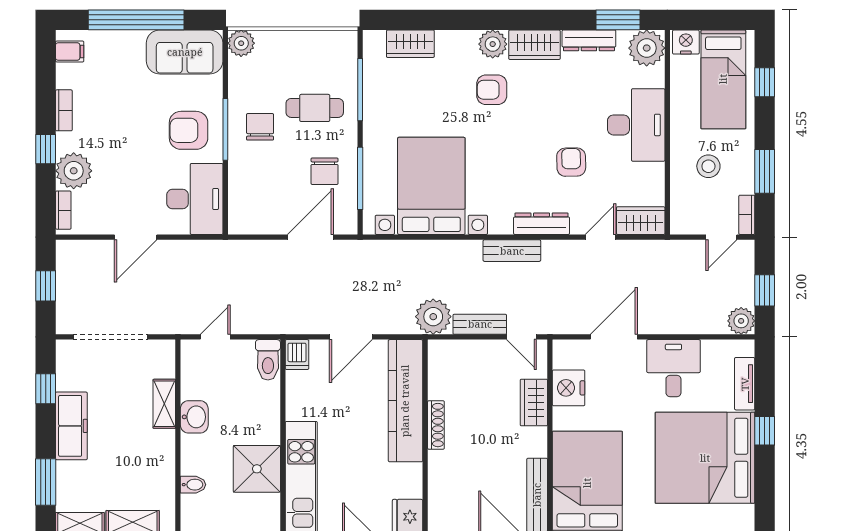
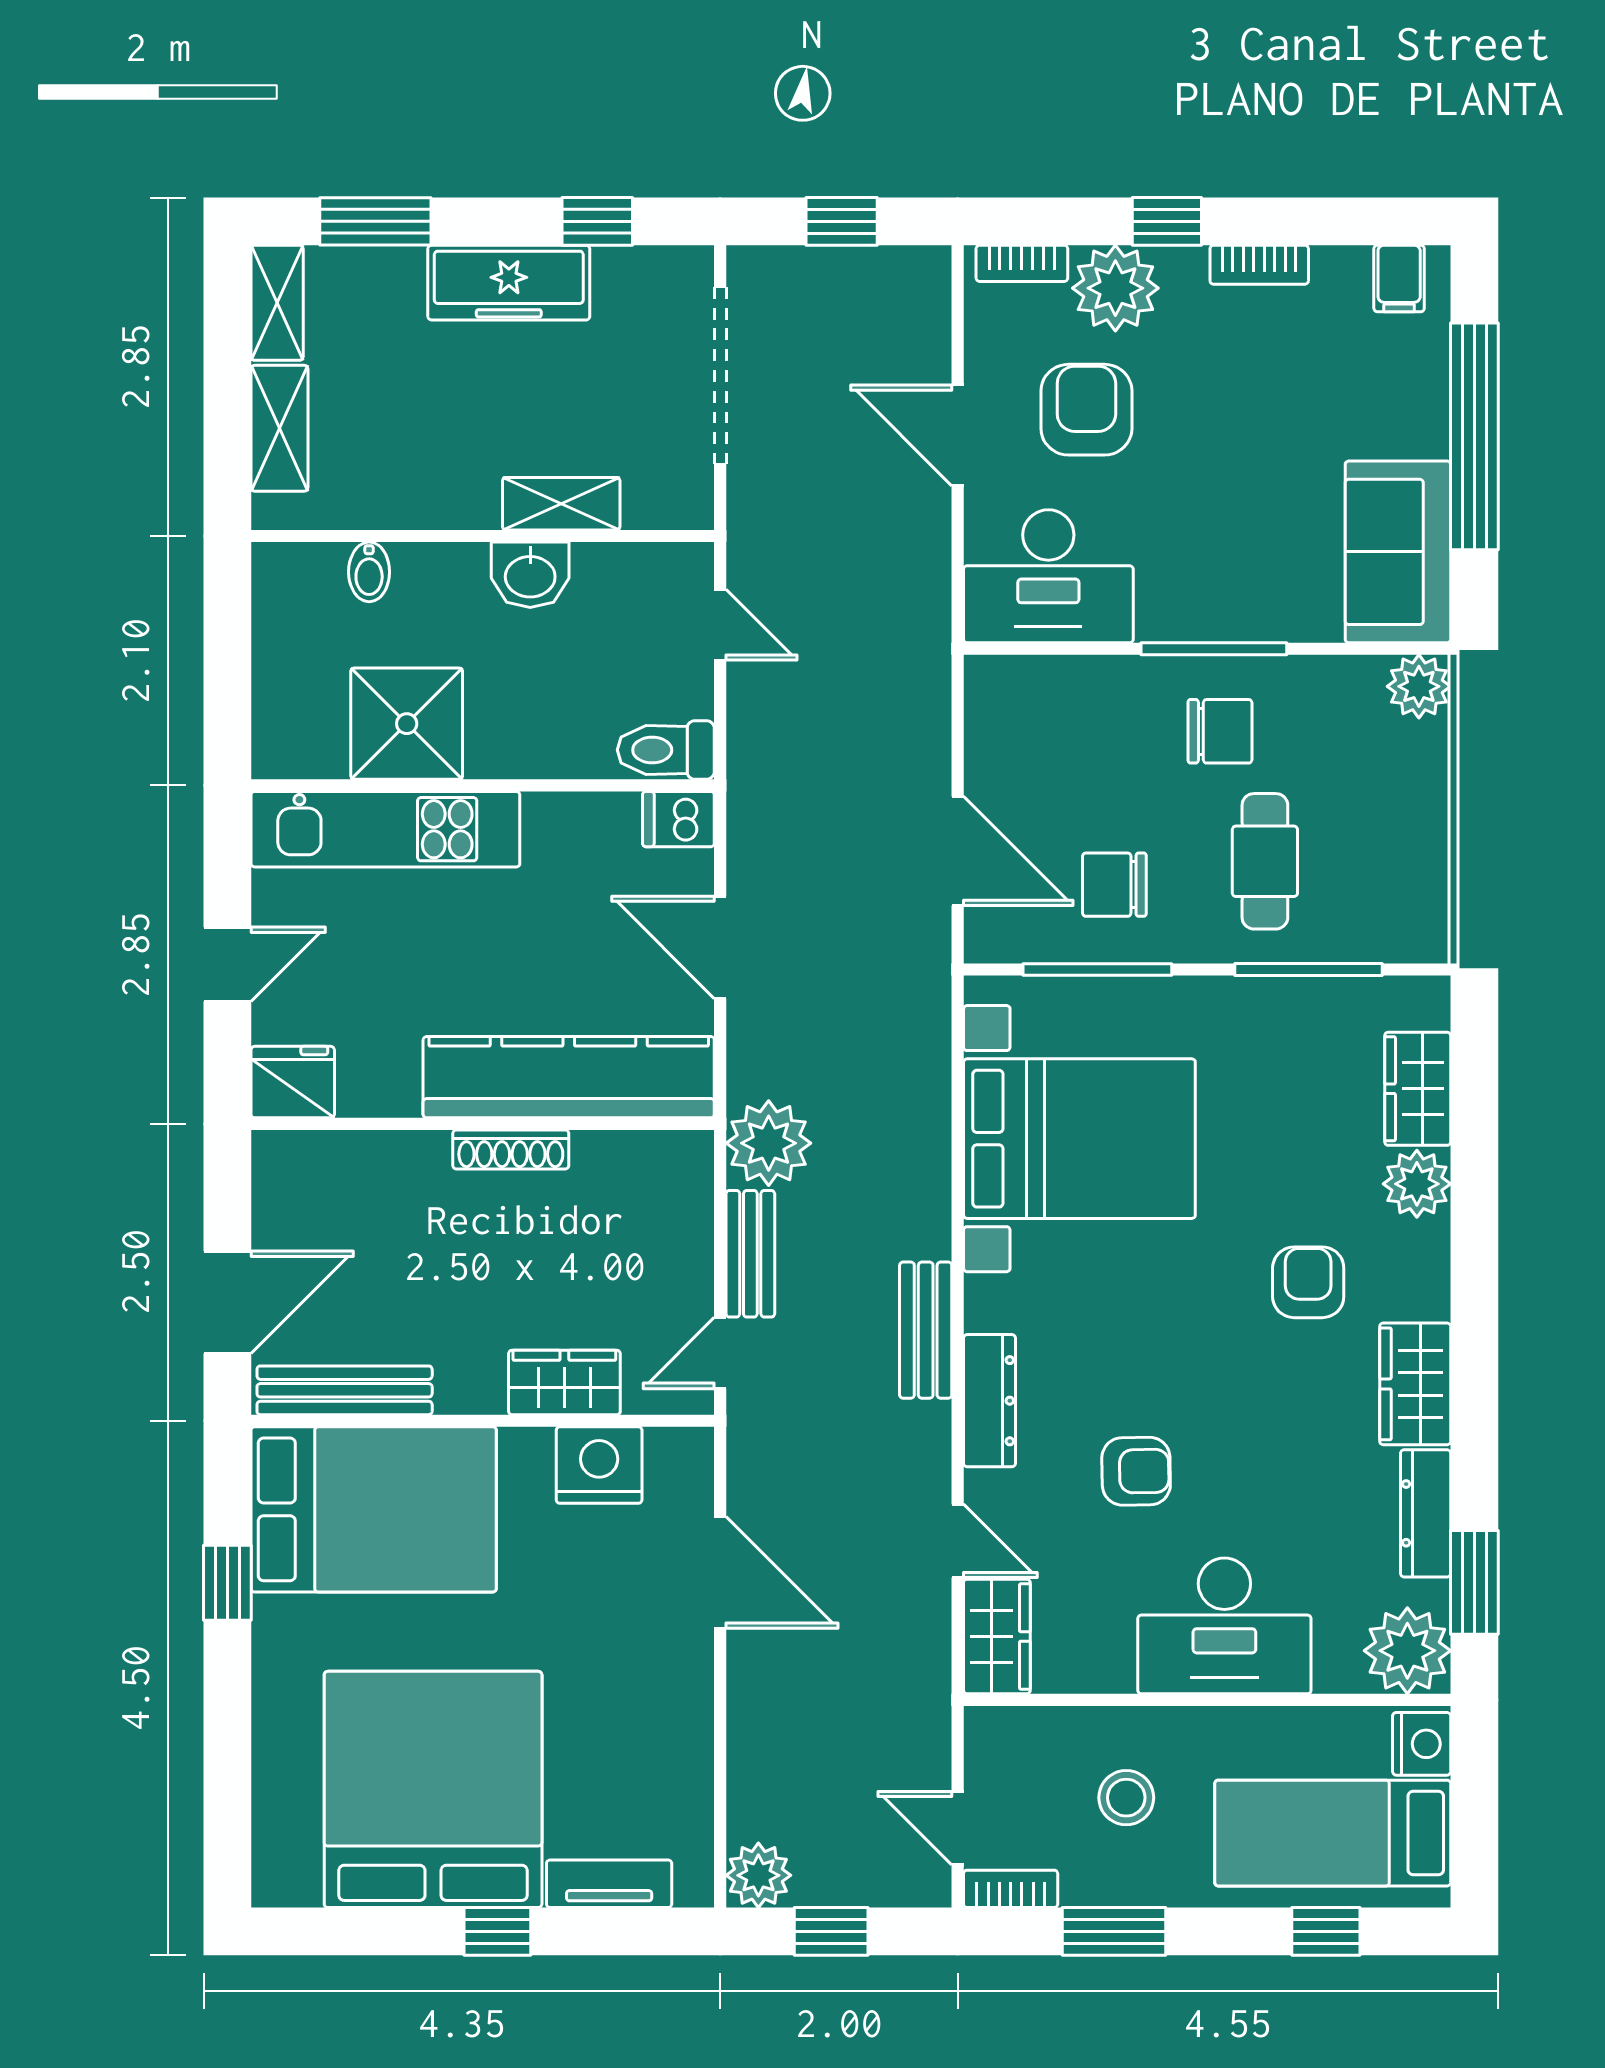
plant: (493, 44) -> (1417, 1184), moved
armchair: (189, 130) -> (1086, 410), moved
desk: (673, 368) -> (646, 1714), removed

